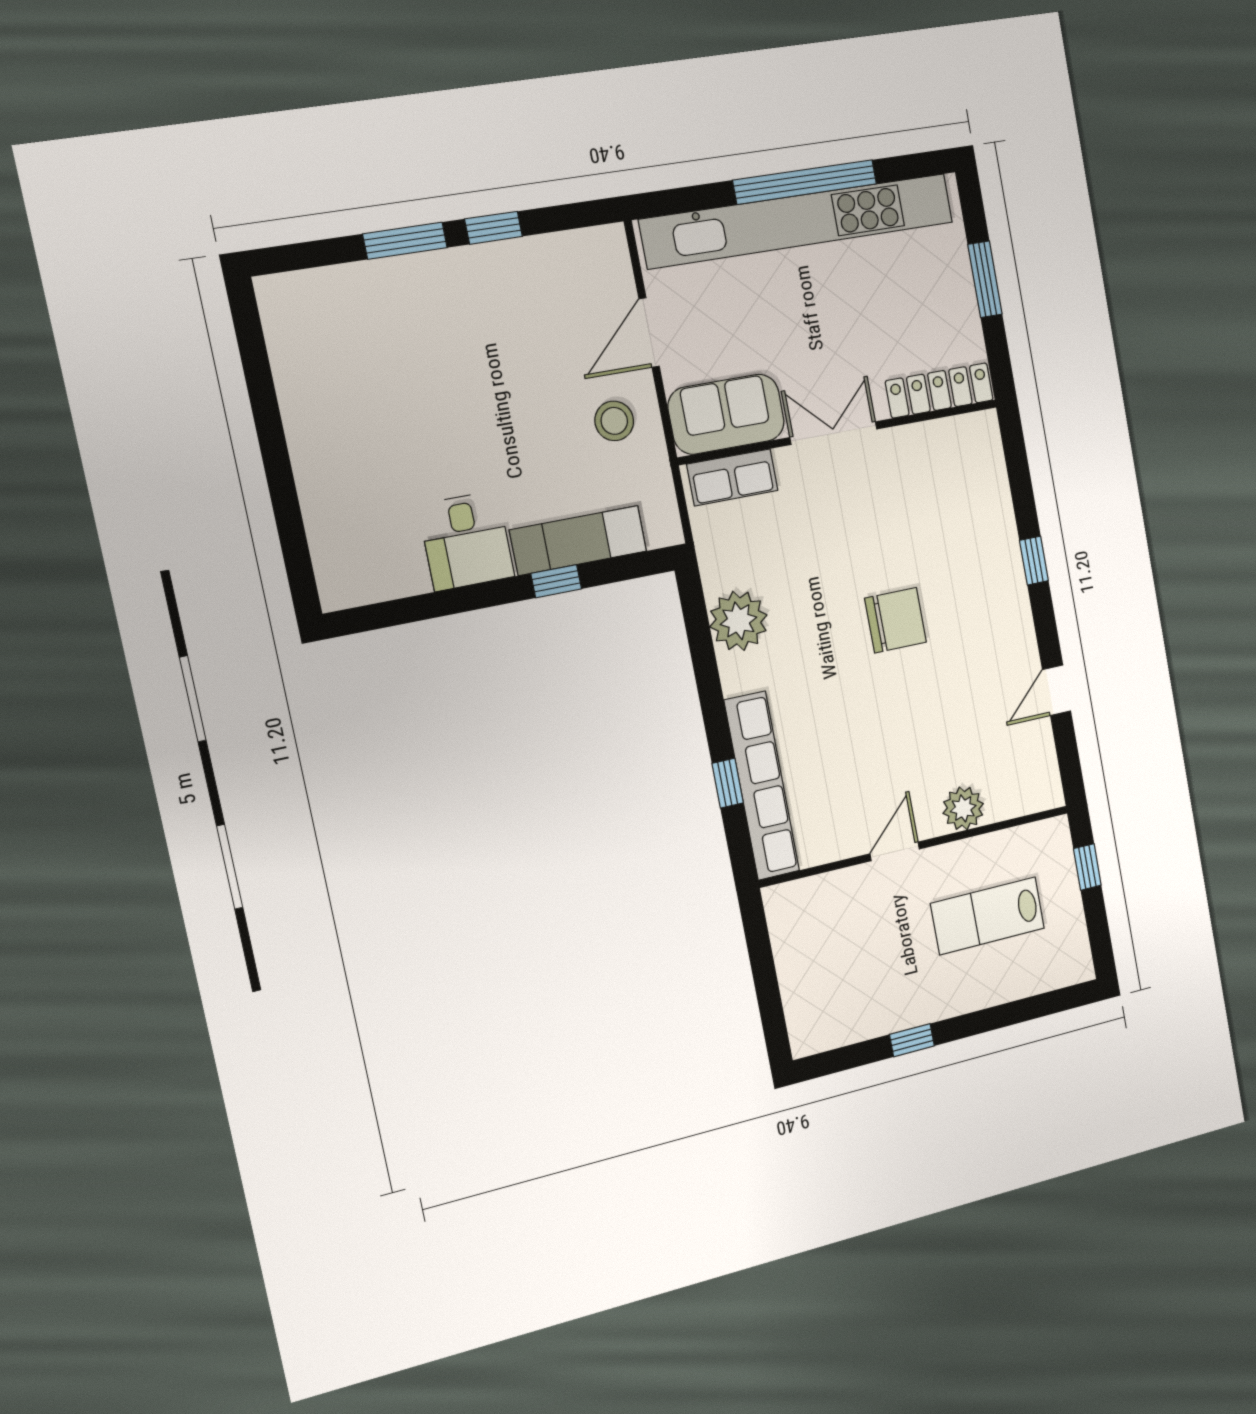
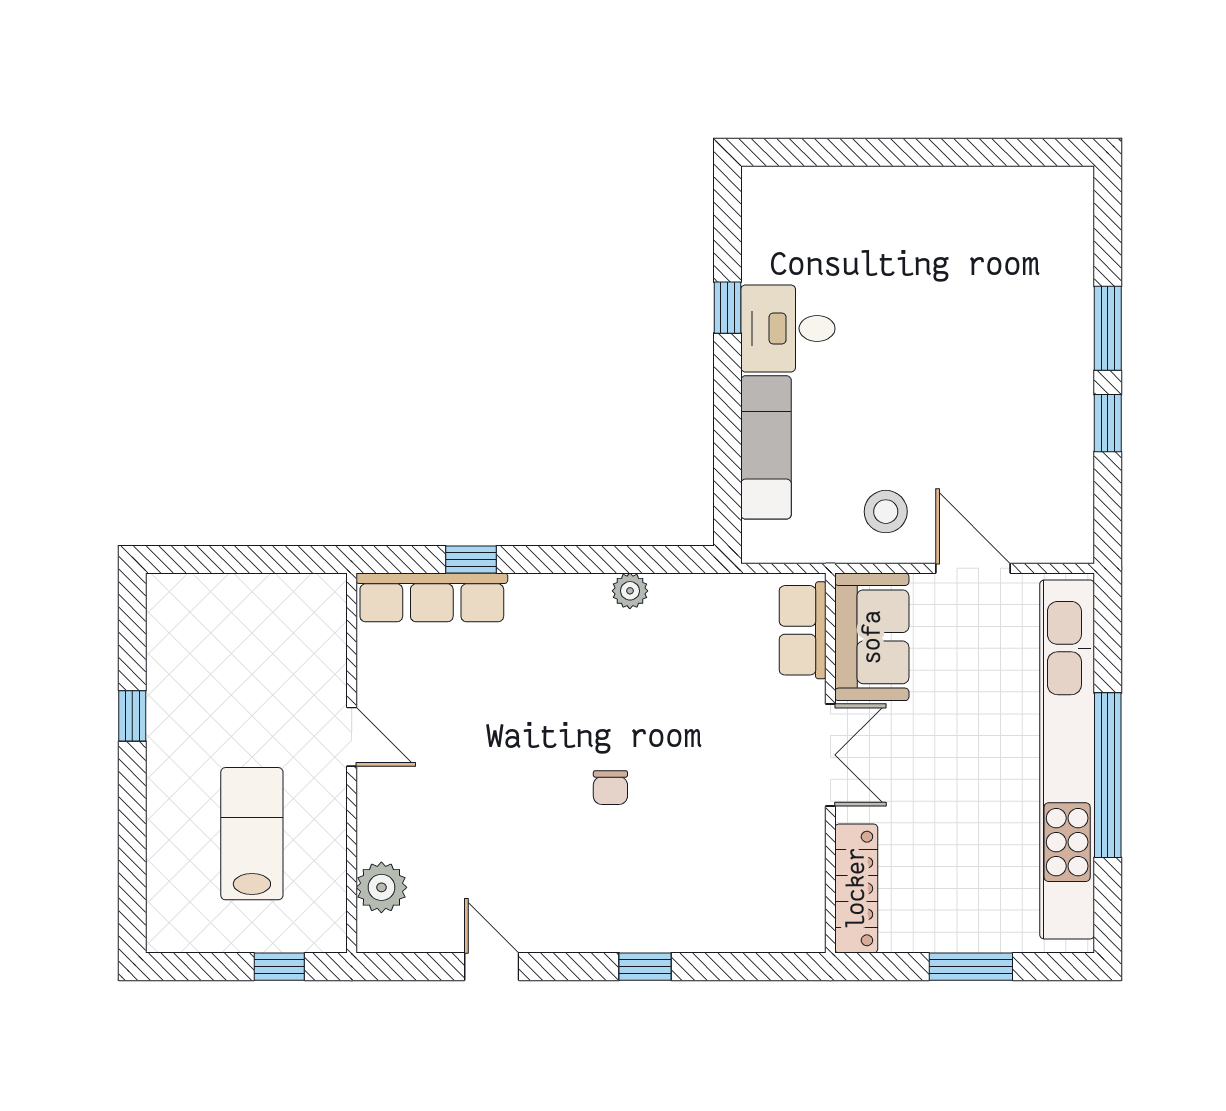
window: (556, 581) -> (727, 308), moved
chair: (896, 620) -> (610, 788), width x0.54, depth x0.54
plant: (738, 621) -> (630, 591), width x0.53, depth x0.53
row of seats: (762, 786) -> (432, 597), width x0.73
plant: (963, 808) -> (381, 887), moved

